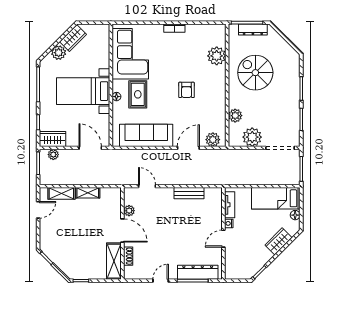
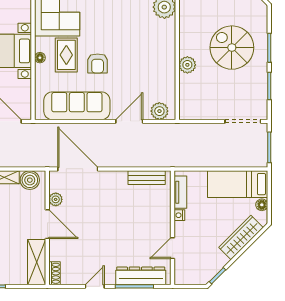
spiral stairs: (255, 73) -> (232, 48), moved
armchair: (186, 90) -> (98, 63), moved
plant: (235, 116) -> (187, 65), moved
plant: (252, 137) -> (208, 108), removed
door: (147, 186) -> (78, 169), width x1.88
bench: (189, 193) -> (147, 178), moved
boiler: (108, 195) -> (30, 180), added
door: (223, 239) -> (173, 248), moved
wardrobe: (278, 241) -> (241, 238), width x1.50
shoe rack: (128, 256) -> (54, 273), moved

